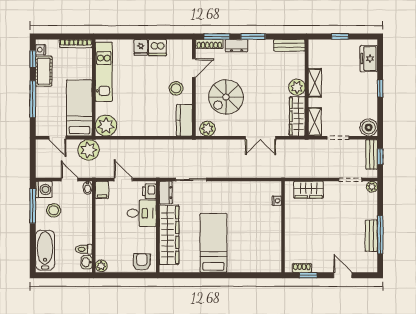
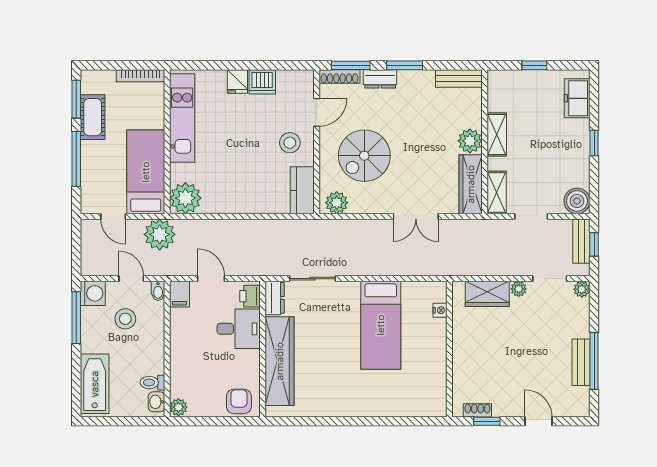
nightstand: (41, 50) -> (88, 85), removed
window: (33, 59) -> (76, 99), width x1.50
plant: (330, 186) -> (519, 289), added
stool: (54, 210) -> (125, 319), moved
bed: (213, 243) -> (381, 325), moved, turned 180

